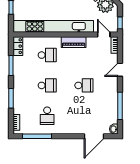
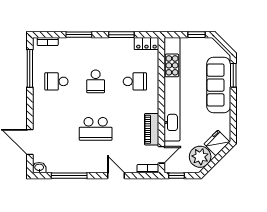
piano: (74, 42) -> (152, 129), moved
school desk: (47, 55) -> (135, 81), turned -90
school desk: (84, 85) -> (96, 129), width x1.85

